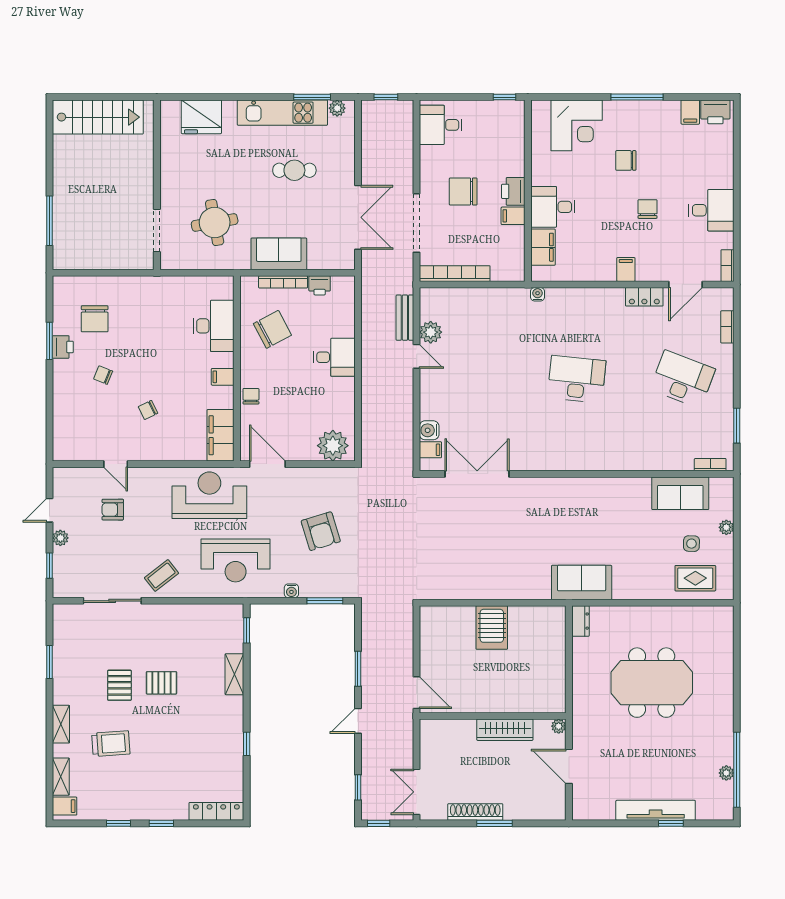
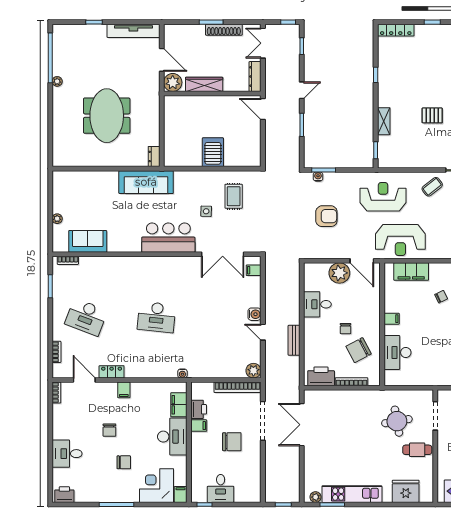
filing cabinet: (690, 112) -> (181, 494), moved
desk: (441, 125) -> (221, 488), moved, turned 90
cafe table: (294, 170) -> (417, 450), moved
printer: (513, 191) -> (199, 409), moved
desk: (553, 207) -> (172, 437), width x1.37
desk: (711, 210) -> (67, 454), moved
sofa: (279, 254) -> (354, 400), removed
door: (686, 284) -> (84, 380), hinge flipped
printer: (320, 285) -> (321, 376), width x1.87, depth x1.48
bench: (405, 318) -> (294, 340), moved
plant: (431, 332) -> (253, 371), moved
desk: (334, 357) -> (317, 304), moved
chair: (251, 396) -> (346, 329), moved
water cooler: (429, 430) -> (254, 314), moved
filing cabinet: (221, 435) -> (411, 272), moved, turned 90
plant: (333, 446) -> (339, 273), moved
bar counter: (559, 499) -> (168, 238), added
armchair: (321, 531) -> (326, 216), turned 107
side table: (691, 544) -> (206, 211), moved
rug: (695, 578) -> (234, 196), moved, turned 90
sofa: (582, 582) -> (146, 182), width x1.36
water cooler: (291, 591) -> (318, 177), moved
meeting table: (652, 683) -> (107, 116), turned 90
plant: (559, 726) -> (173, 82), width x1.88, depth x1.88
dresser: (428, 742) -> (255, 76), added
plant: (726, 773) -> (57, 81), moved
double door: (417, 792) -> (263, 43), swing flipped
tv unit: (656, 810) -> (133, 31), moved

